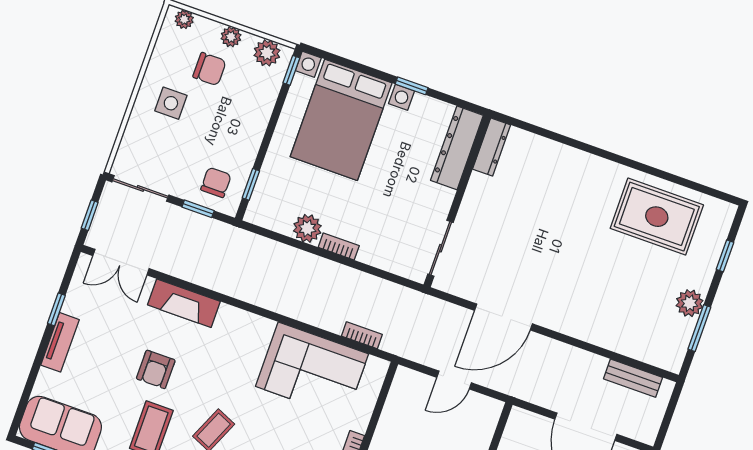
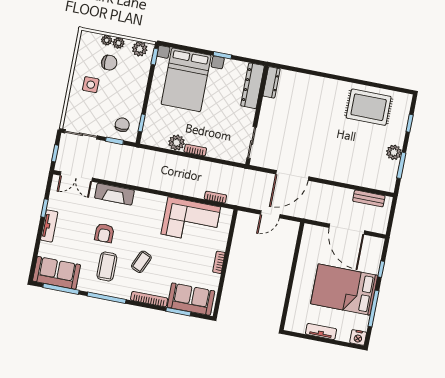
plant: (184, 19) -> (107, 40), moved

